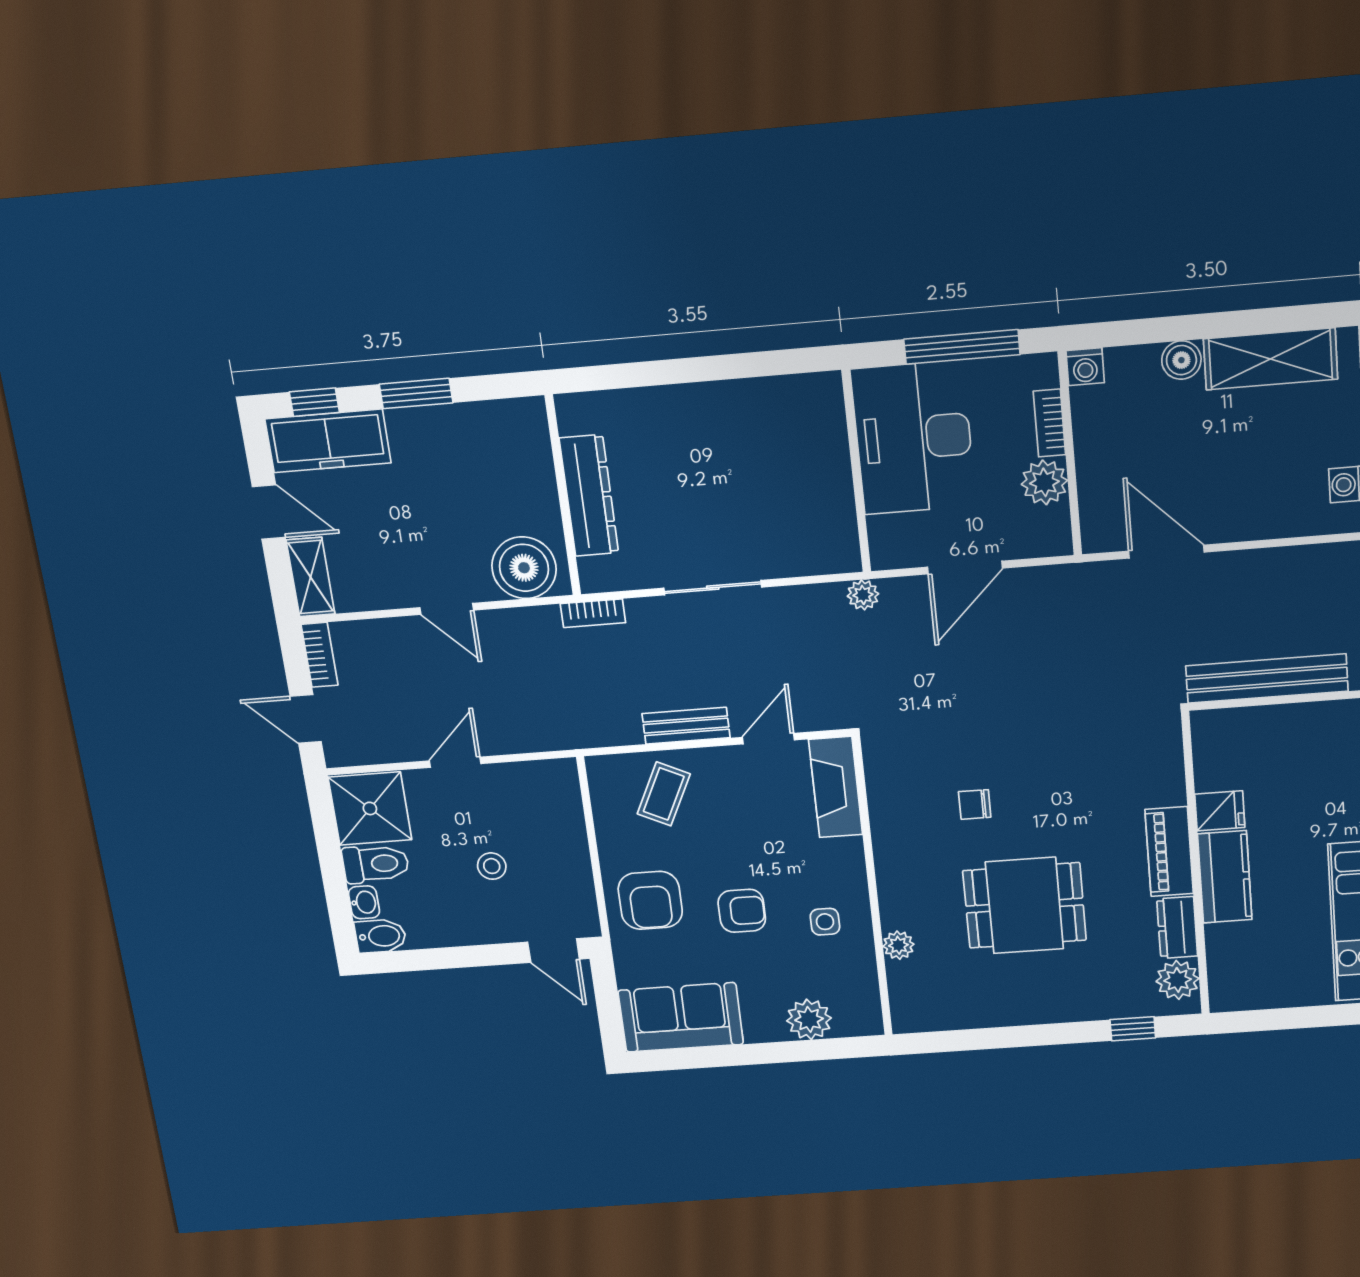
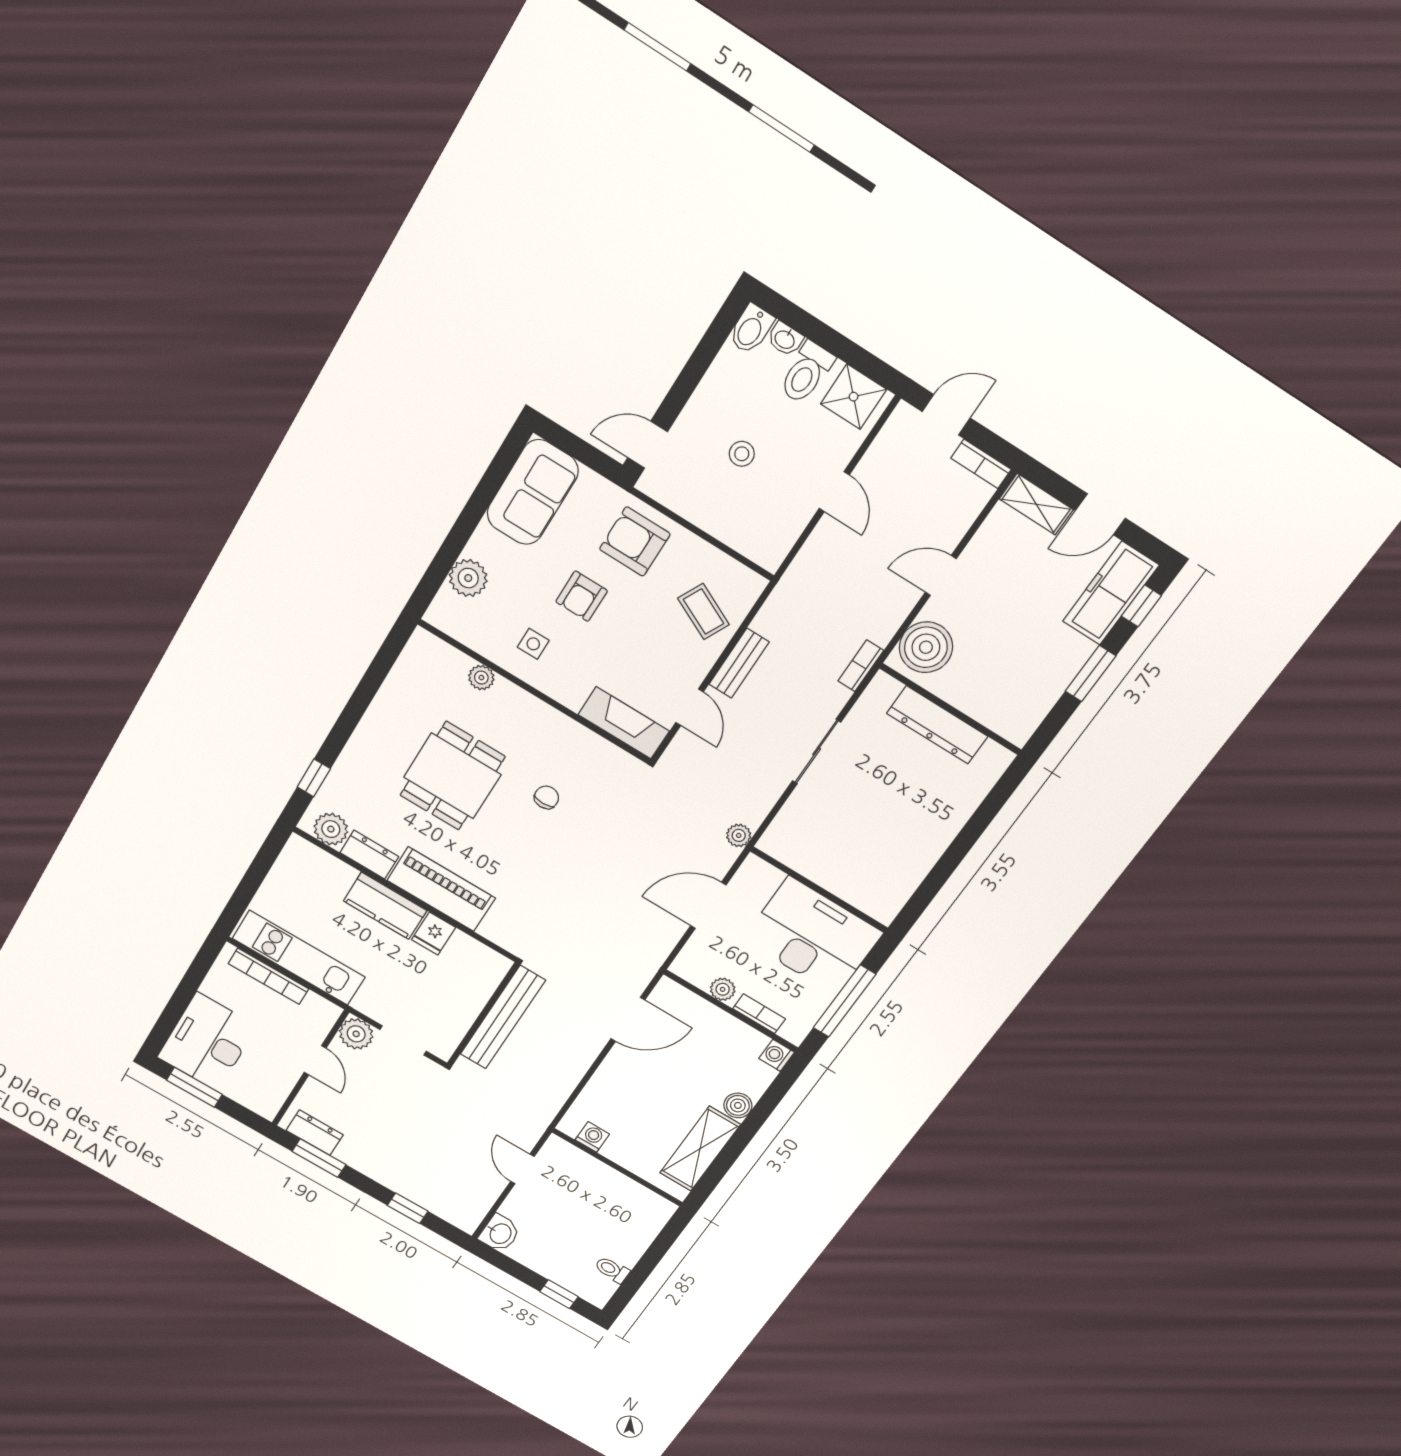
plant: (1044, 482) -> (723, 989), width x0.73, depth x0.73
door: (965, 568) -> (708, 905), hinge flipped
shower: (370, 808) -> (854, 397), width x0.73, depth x0.73
piano: (1169, 852) -> (441, 889), width x1.37, depth x1.33

